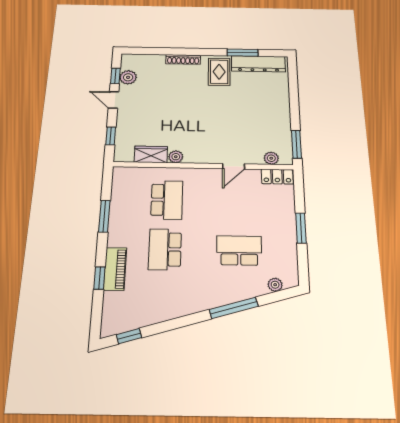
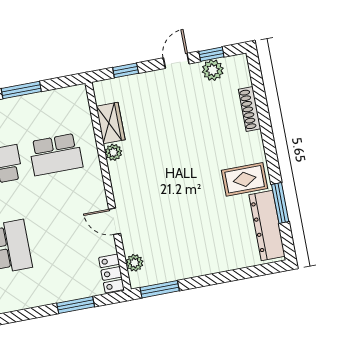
shoe rack: (183, 59) -> (250, 109), moved
window: (301, 228) -> (76, 305), moved

